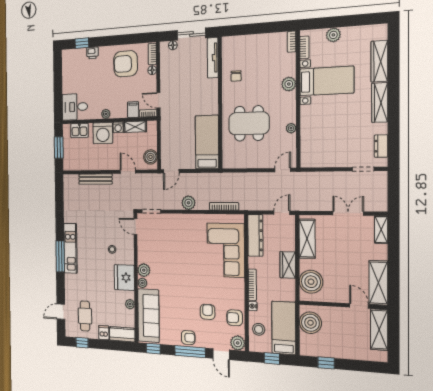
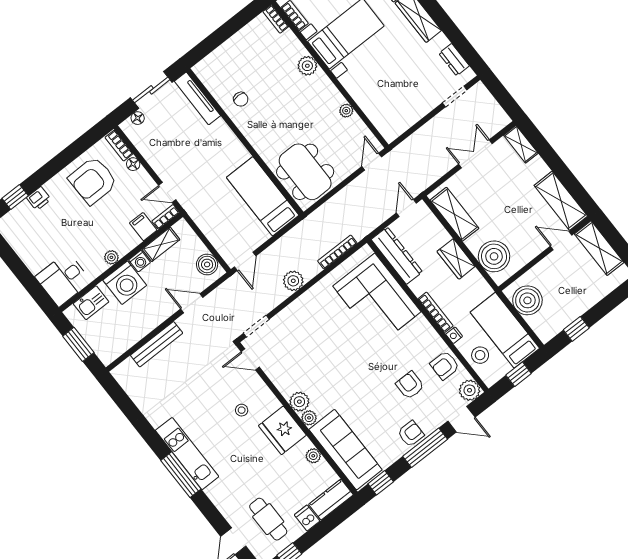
dining table: (249, 123) -> (305, 172), moved, turned 90

